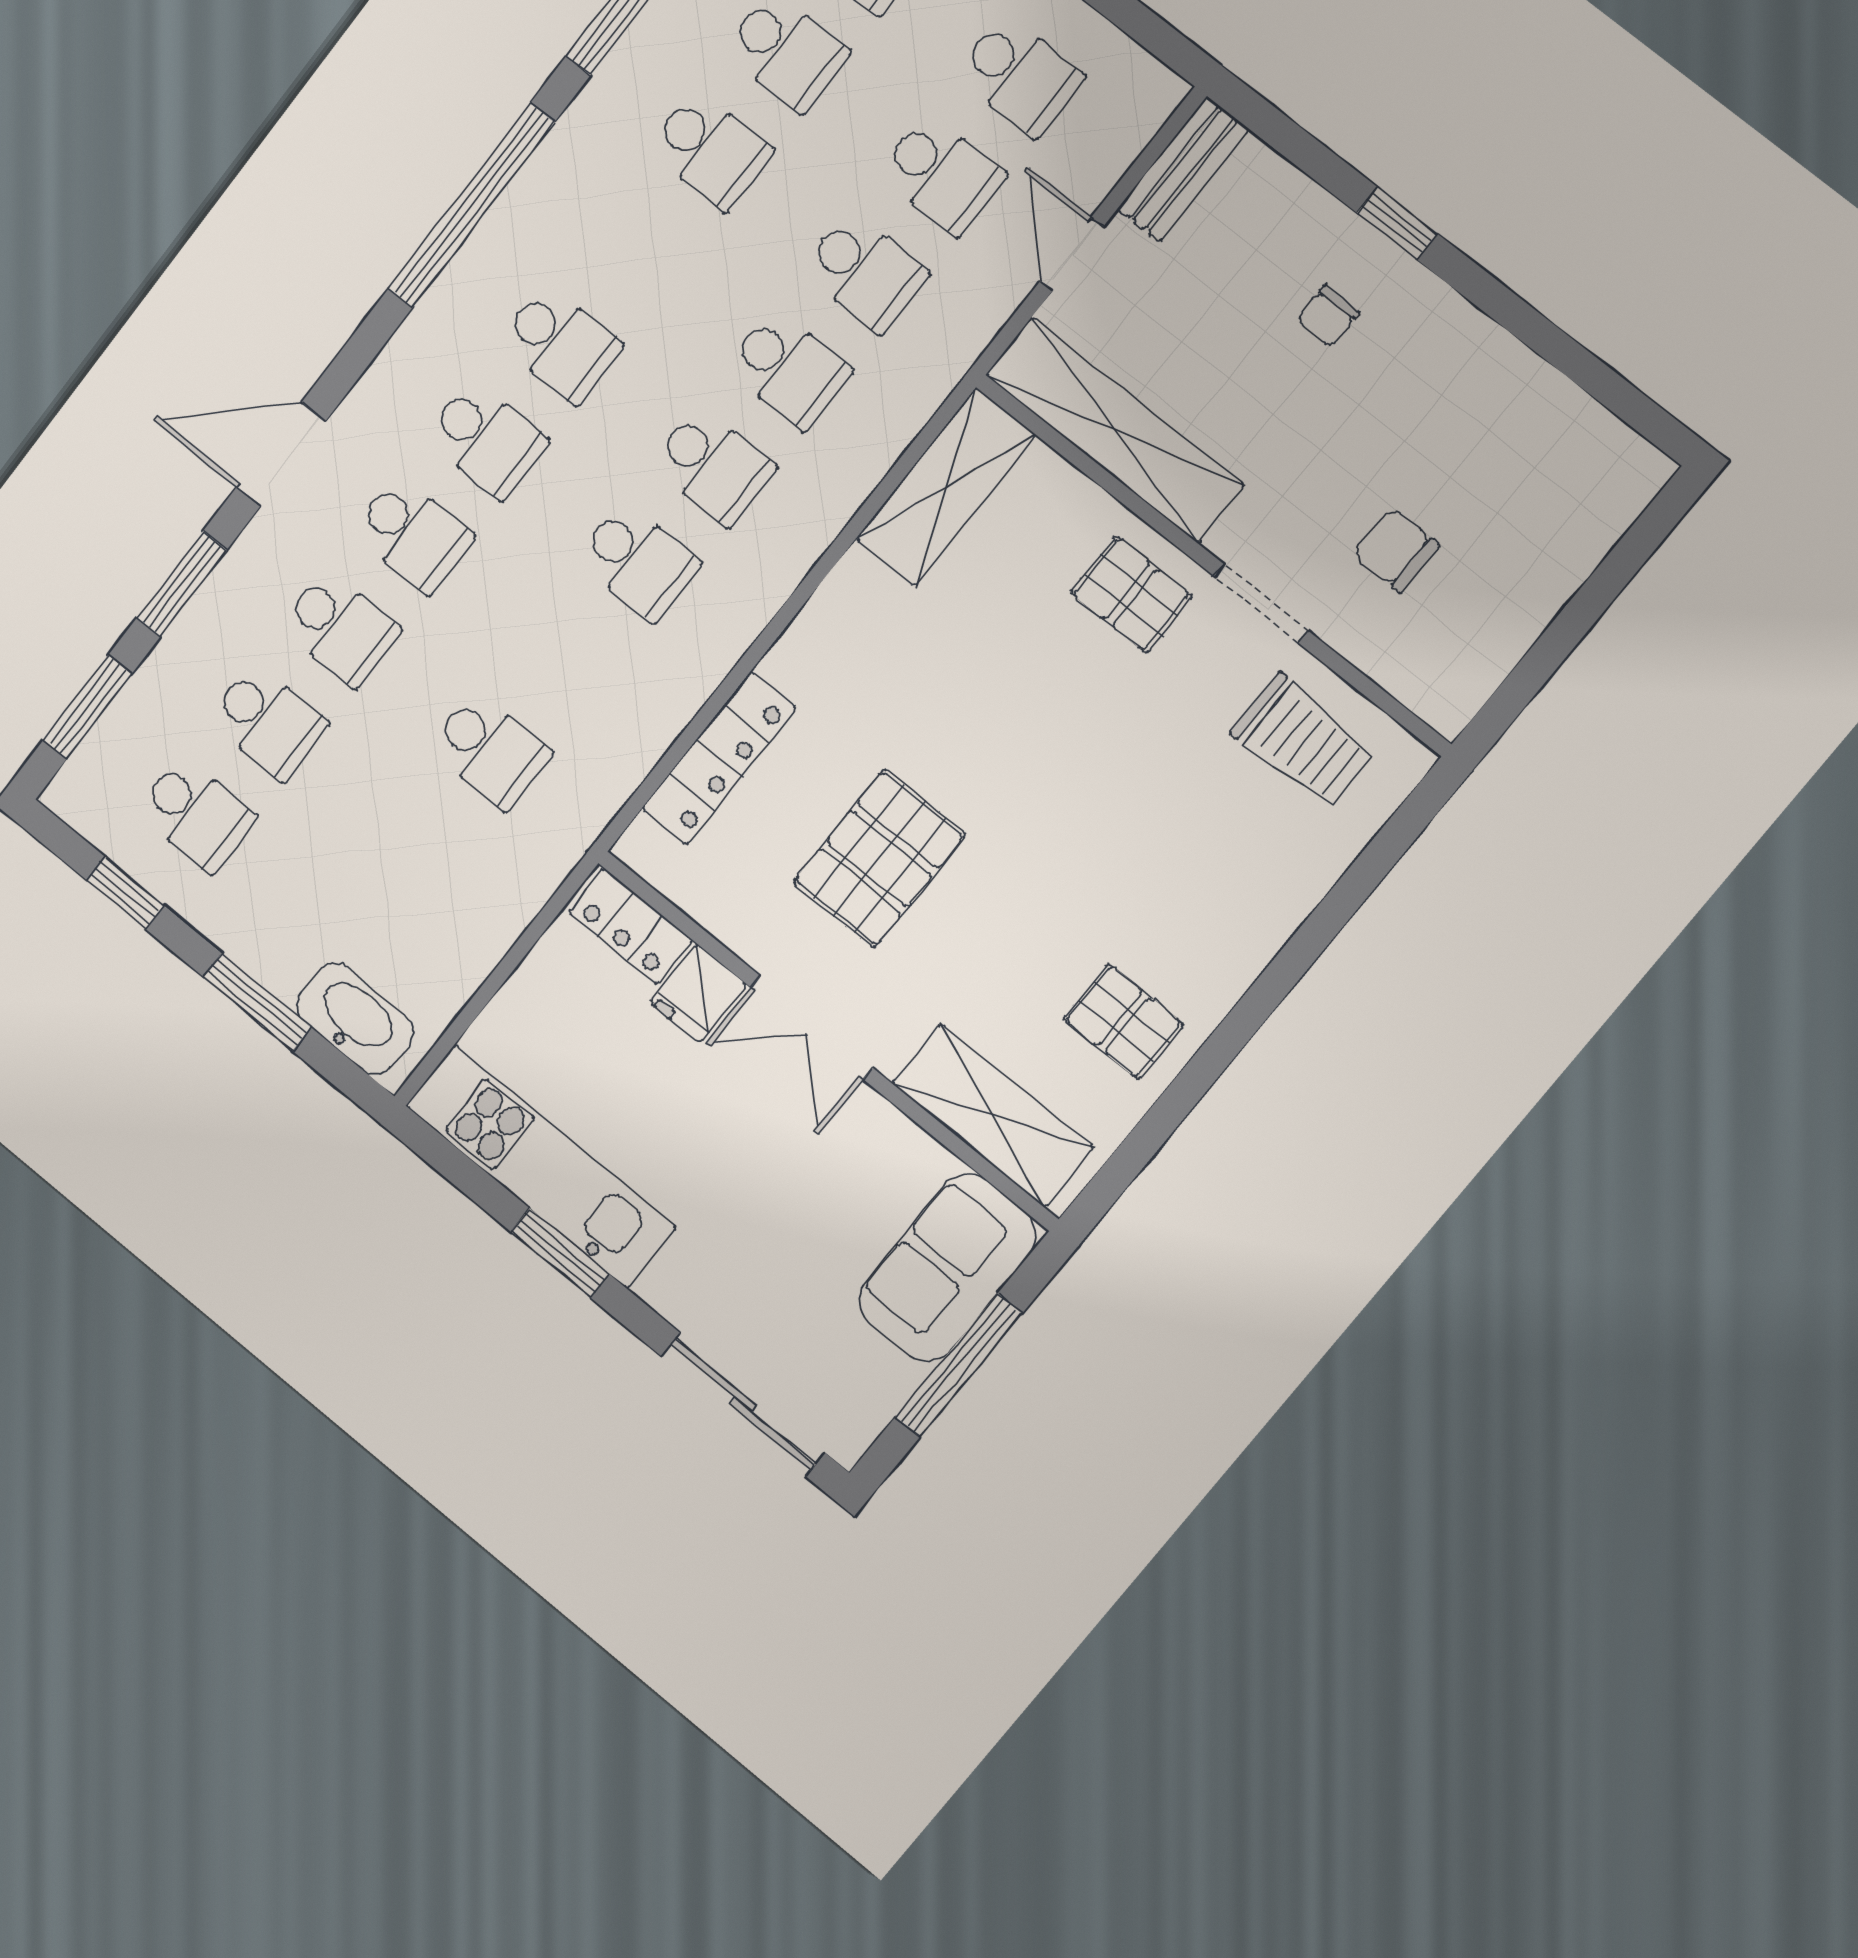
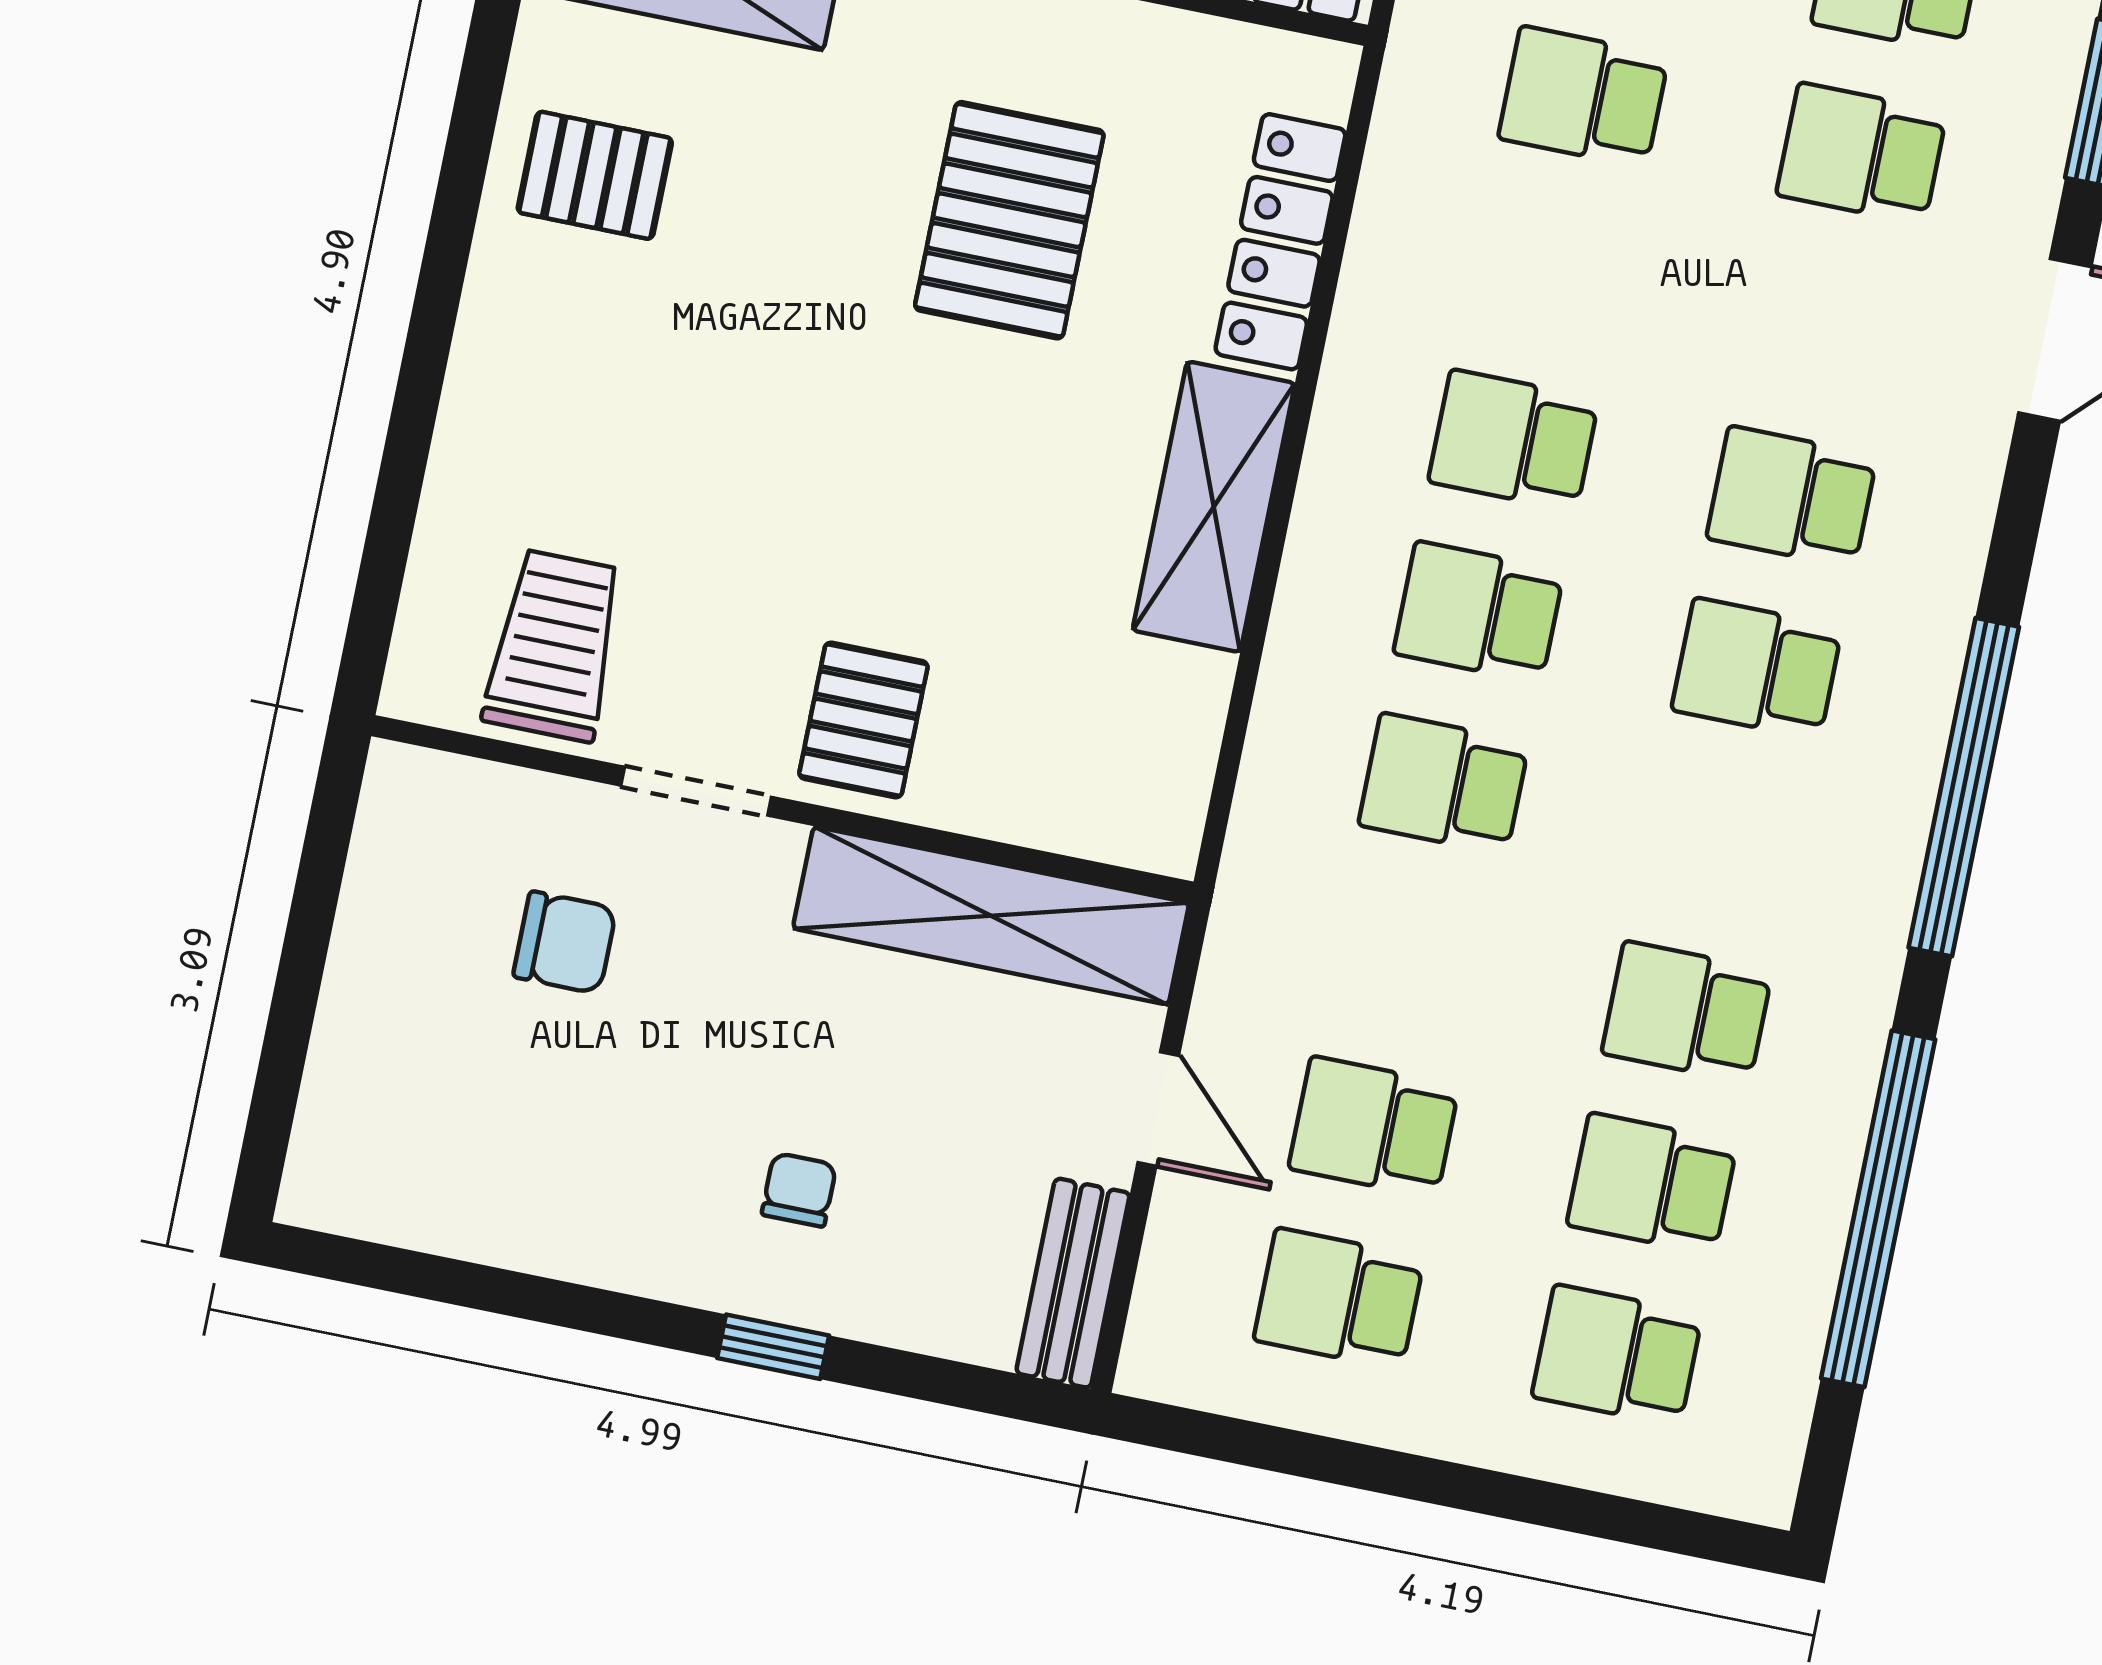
school desk: (865, 272) -> (1409, 955), removed
shelving: (946, 487) -> (1214, 507), moved
school desk: (413, 534) -> (1827, 325), removed
pallet: (1131, 594) -> (863, 720), turned 90
trolley: (1304, 742) -> (554, 646), turned 90

